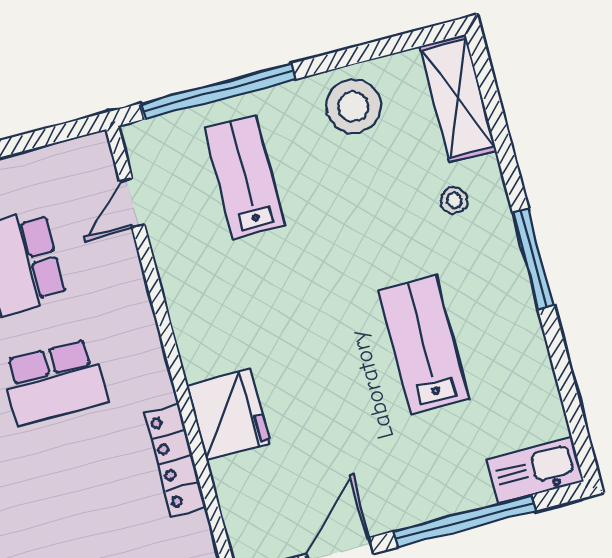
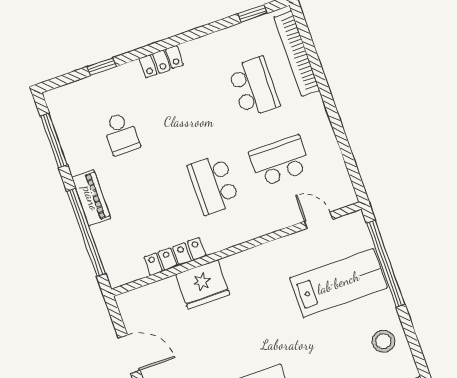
stool: (353, 106) -> (383, 341), width x0.73, depth x0.73
lab bench: (245, 177) -> (338, 283), width x1.36, depth x1.39

